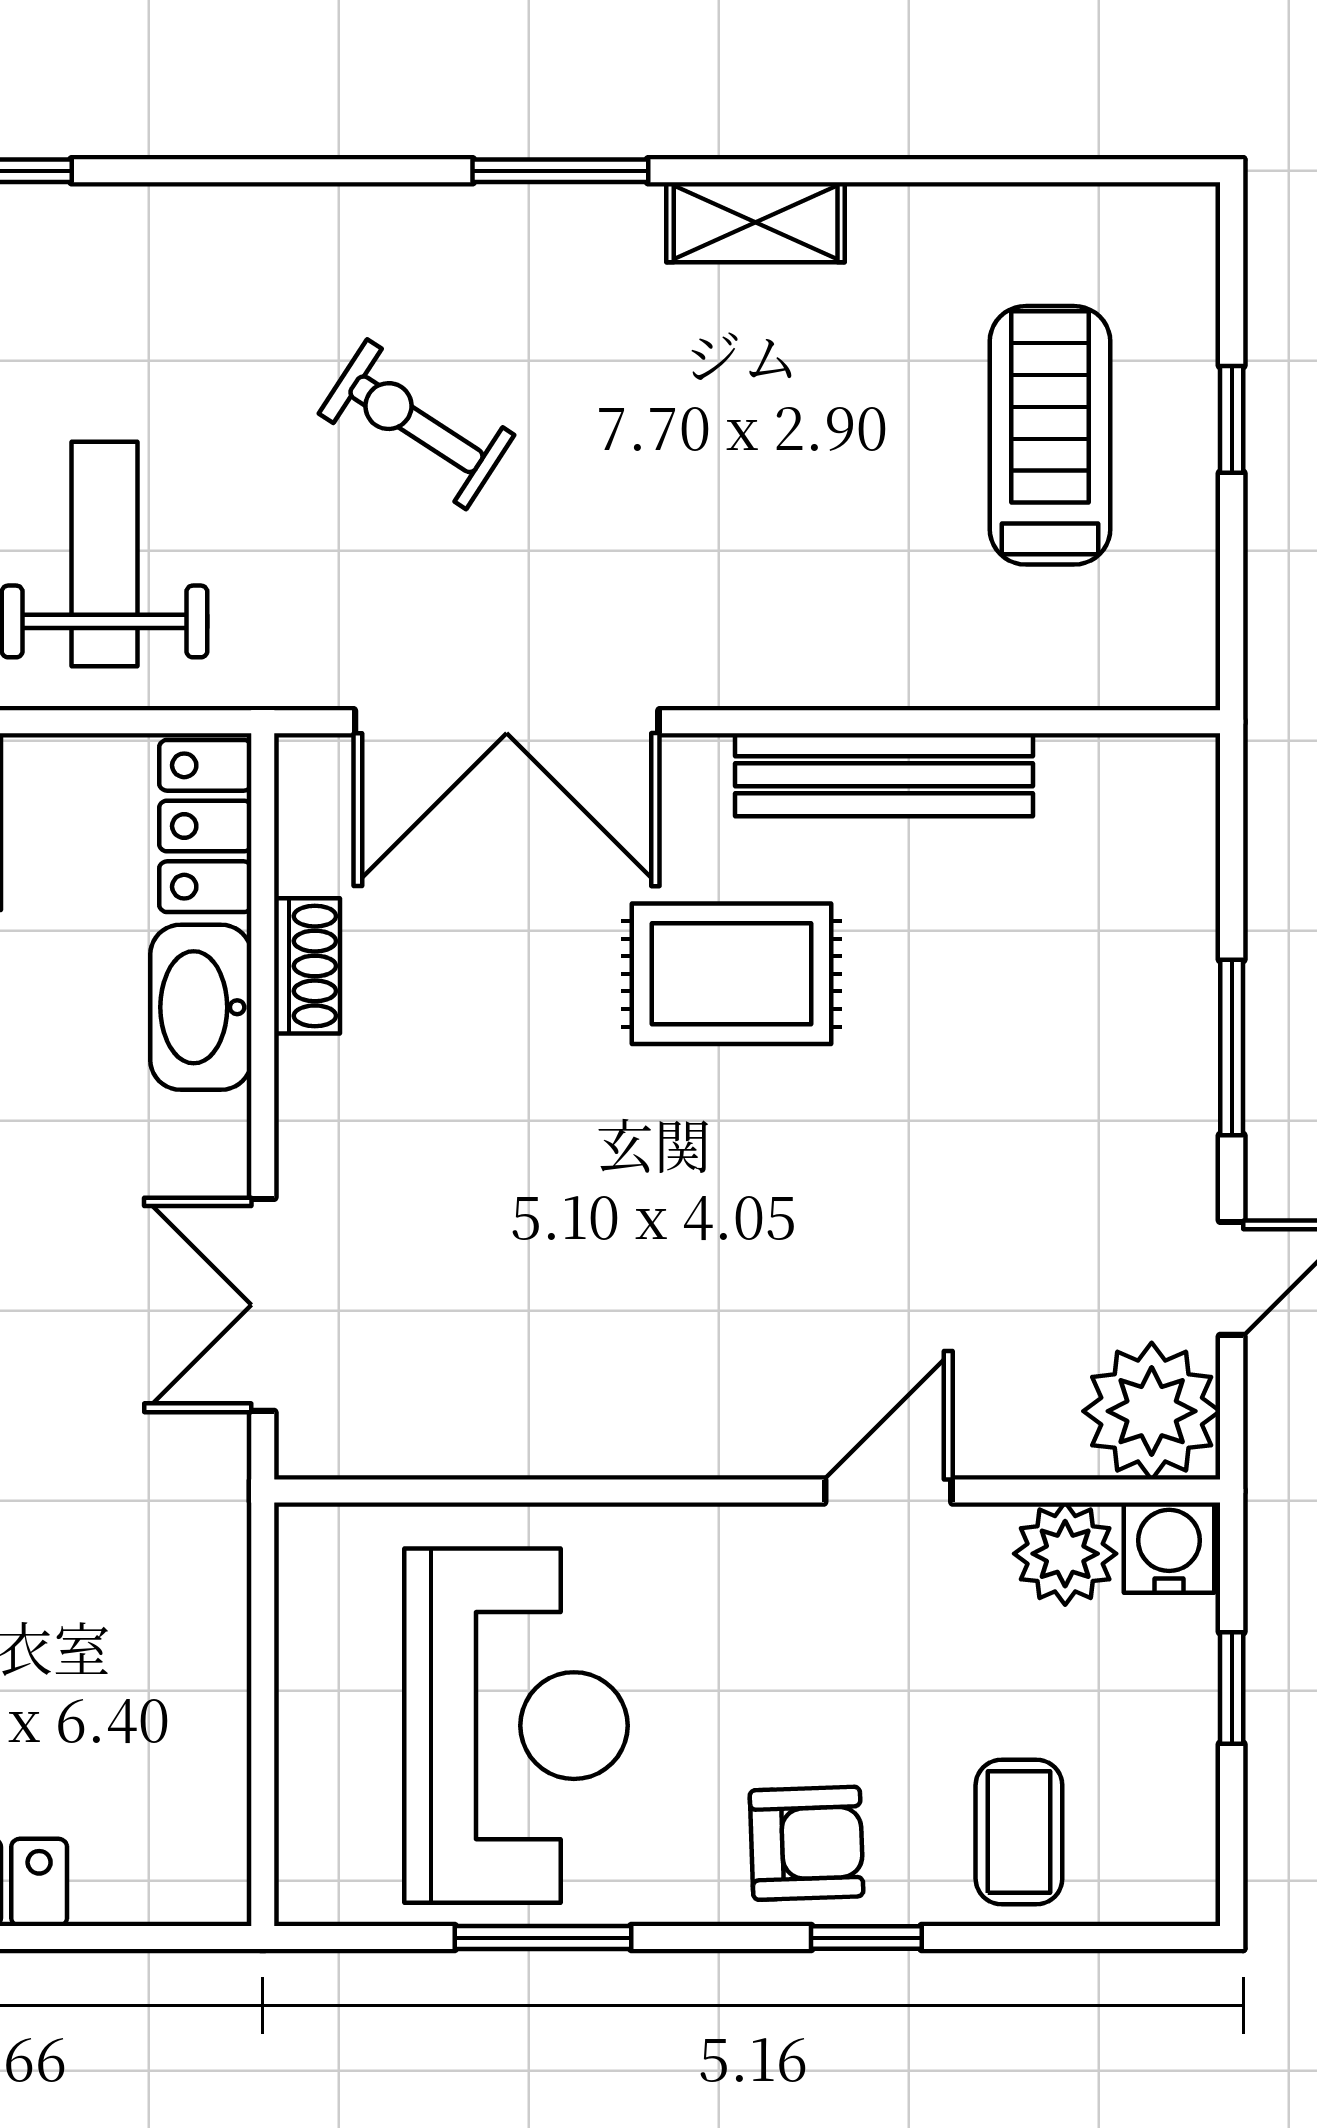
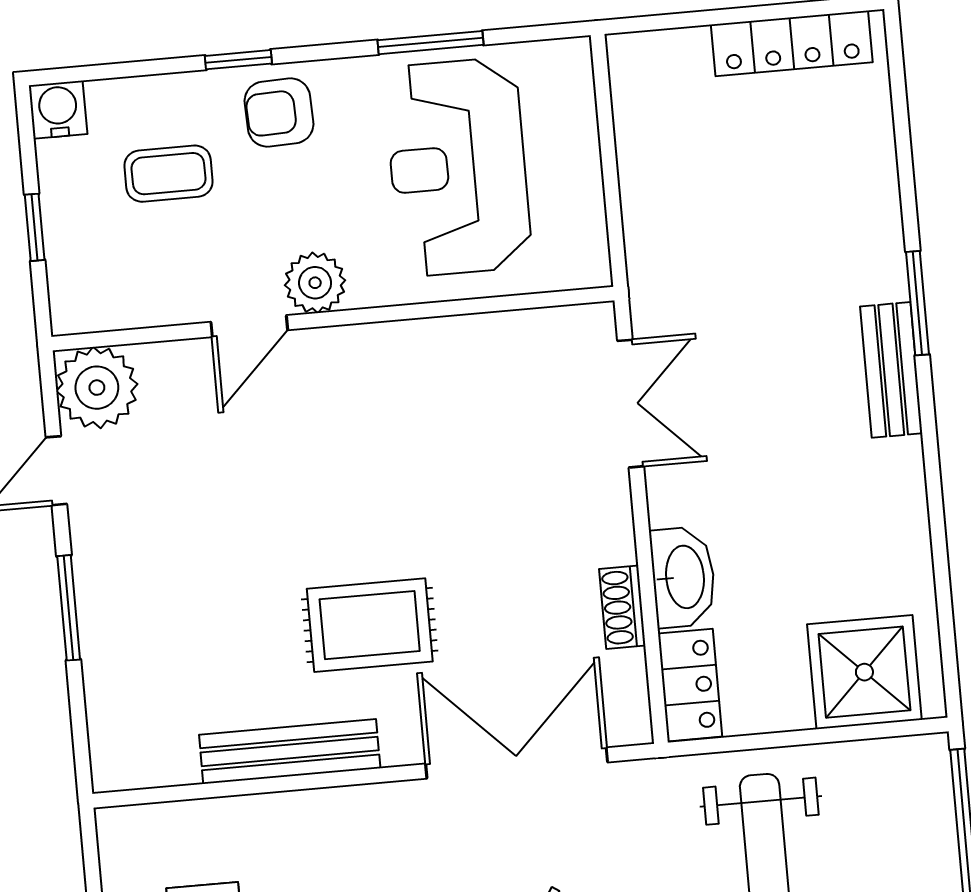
water cooler: (1169, 1548) -> (58, 110), moved, turned 180
plant: (1065, 1554) -> (315, 283), moved
coffee table: (1019, 1832) -> (169, 174), moved, turned 90

